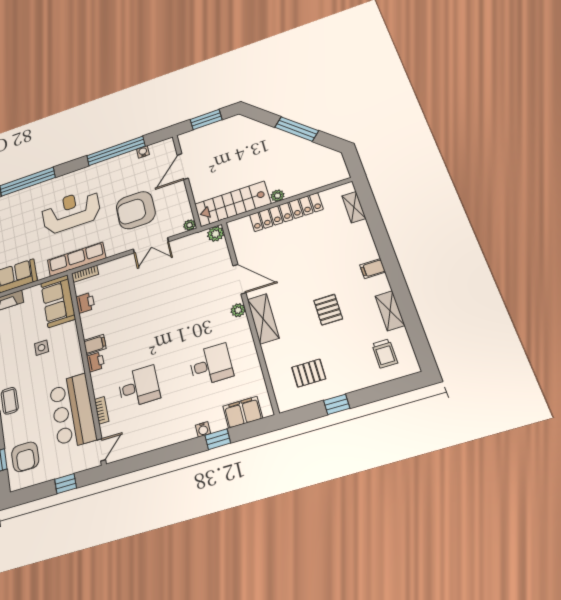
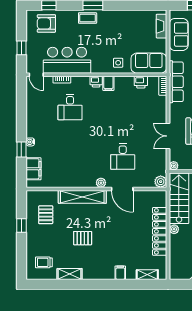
filing cabinet: (373, 269) -> (120, 273), moved
door: (239, 279) -> (122, 189), hinge flipped
shelving: (263, 319) -> (82, 197), width x1.47
side table: (41, 348) -> (118, 63), moved
desk: (211, 365) -> (123, 157), moved

